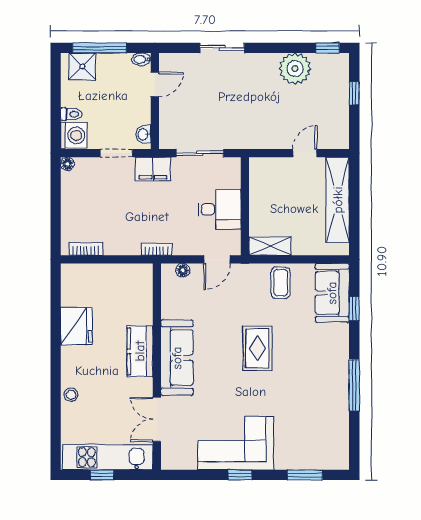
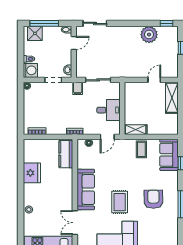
sliding door: (222, 48) -> (95, 23), moved
filing cabinet: (153, 169) -> (78, 88), width x0.50
shelving: (338, 200) -> (172, 98), width x0.68
rug: (257, 348) -> (120, 202), moved
kitchen counter: (140, 351) -> (66, 154), moved
armchair: (303, 376) -> (153, 199), added

